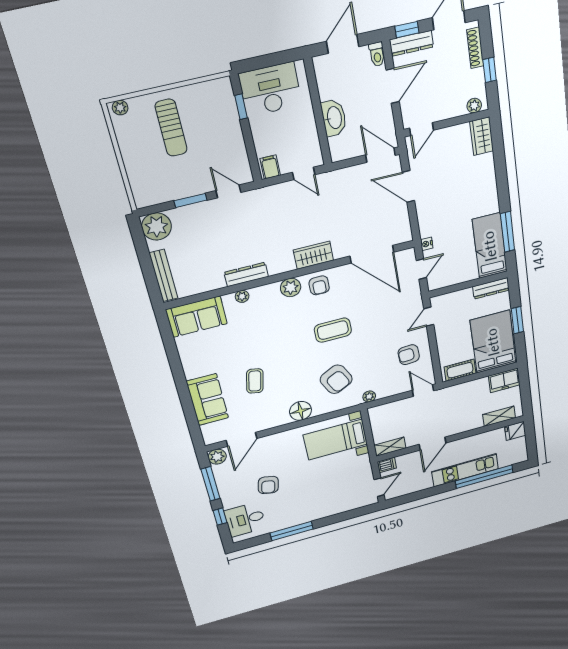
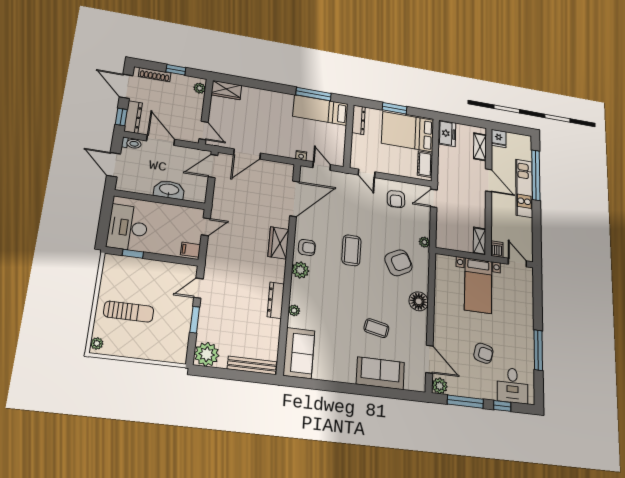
bed with nightstands: (335, 440) -> (478, 286), moved
door: (433, 444) -> (489, 180), moved

